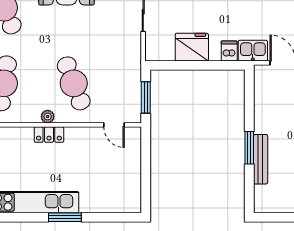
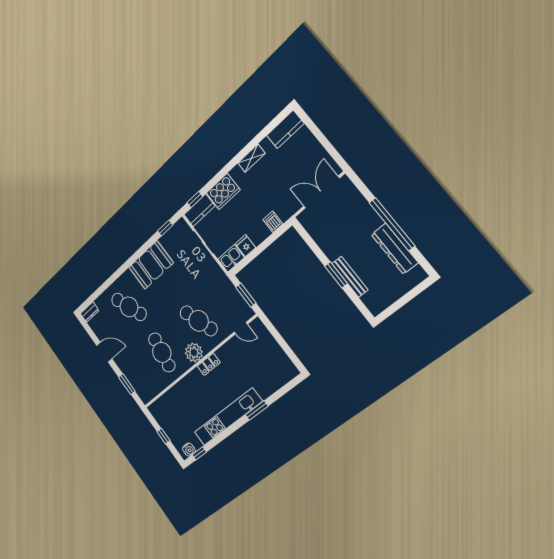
fridge: (192, 47) -> (245, 246), width x0.53, depth x0.75
kitchen sink: (253, 51) -> (231, 258), moved
plant: (48, 117) -> (194, 352), width x1.87, depth x1.87

